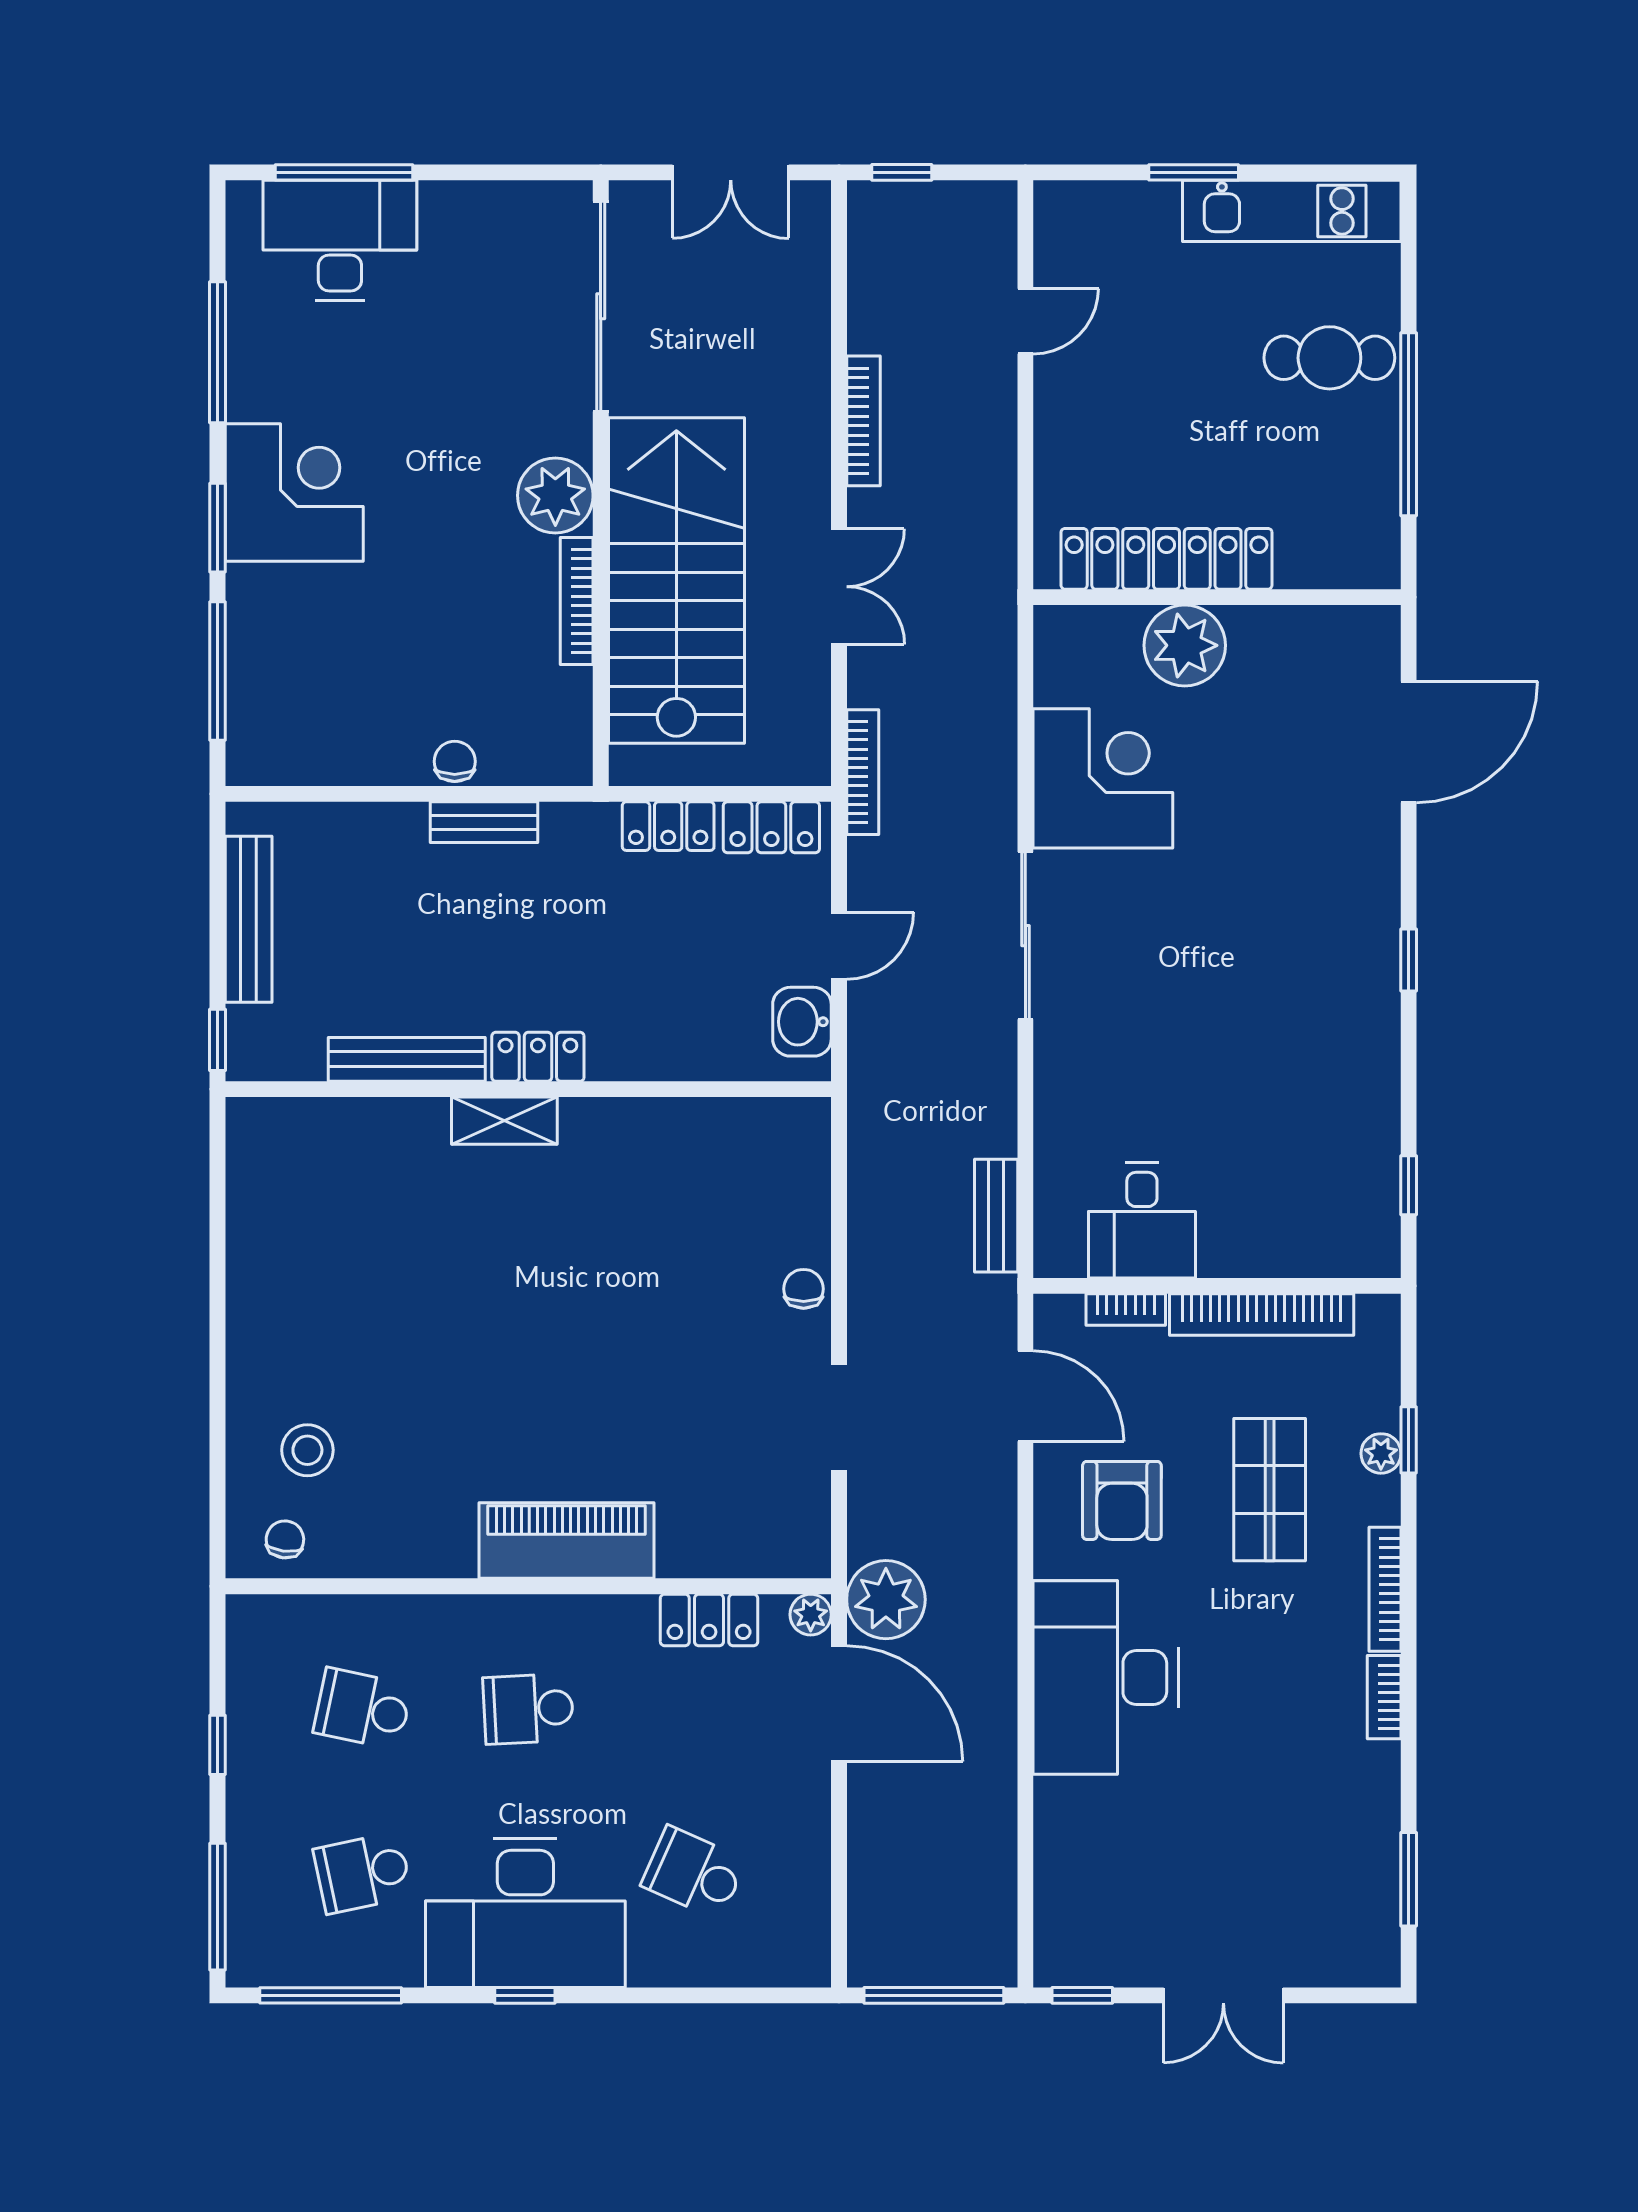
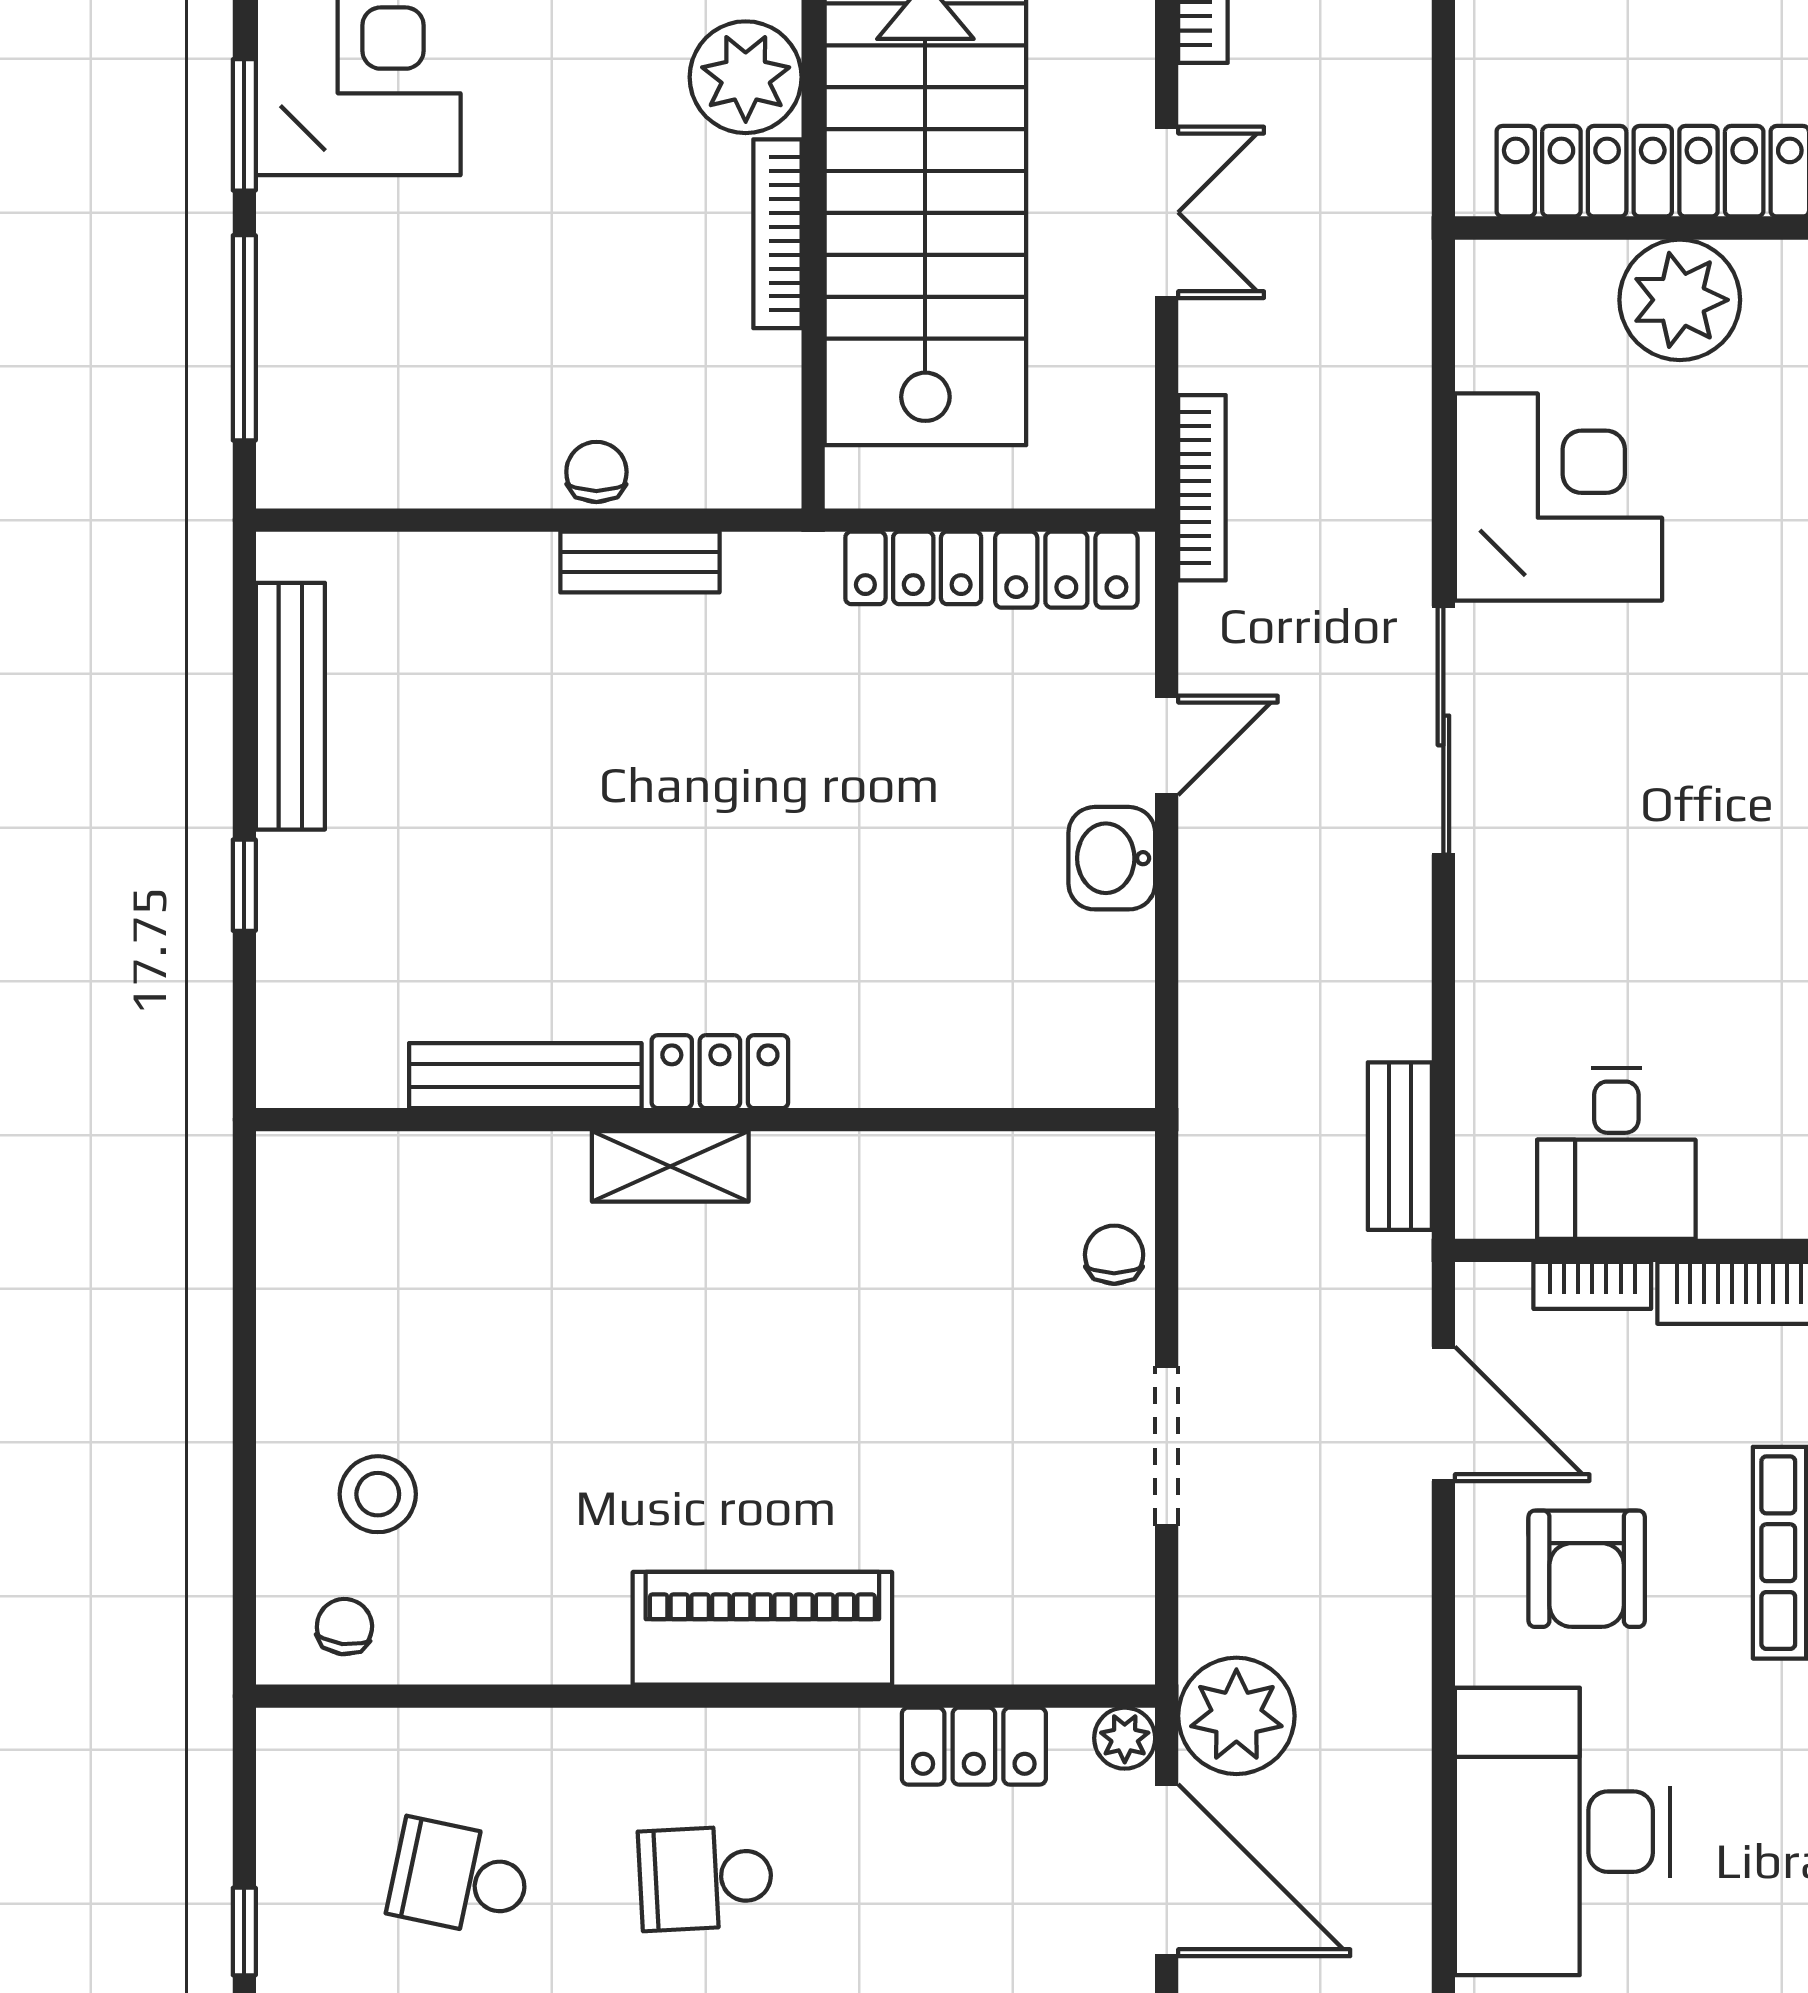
locker: (538, 1057) -> (720, 1072), moved
bench: (407, 1059) -> (525, 1076), moved
wall: (528, 1089) -> (706, 1120), moved
shelving: (504, 1121) -> (670, 1166), moved

